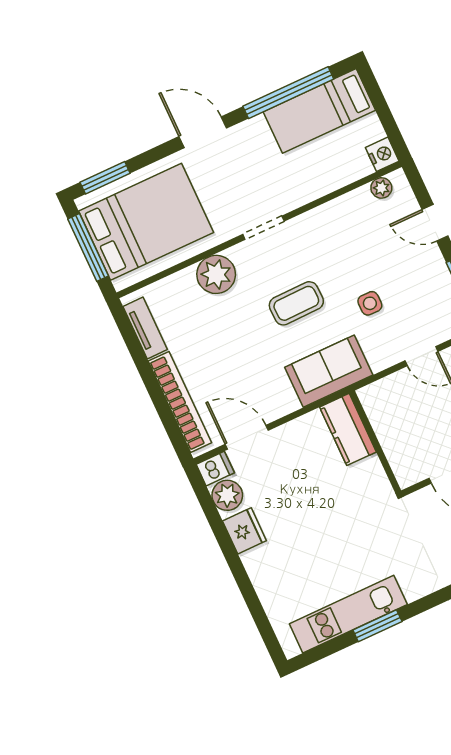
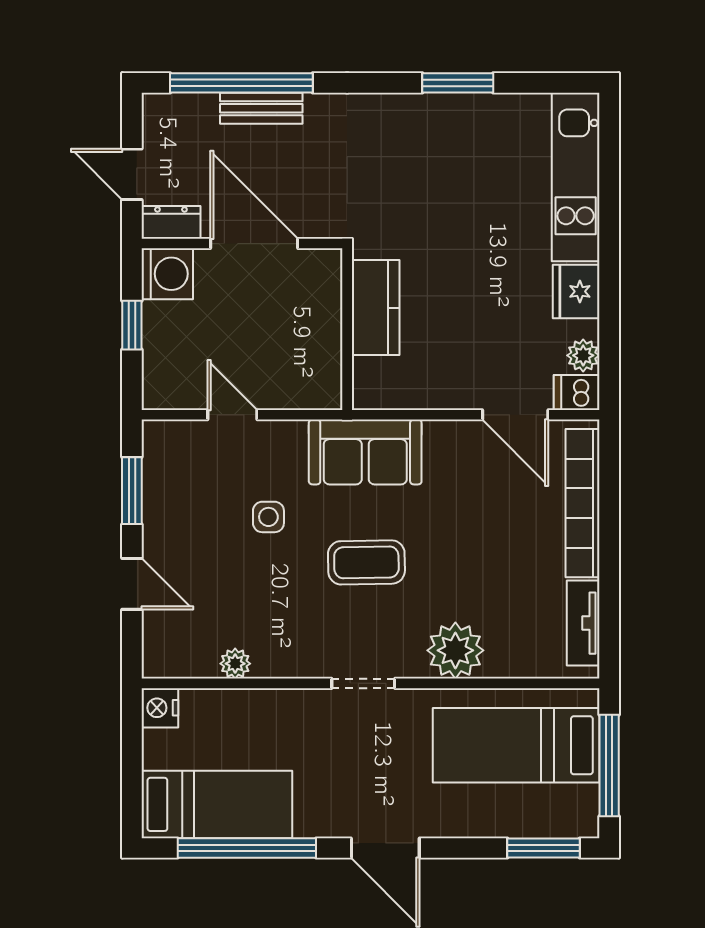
plant: (381, 188) -> (235, 664), moved
bed: (146, 222) -> (516, 745), width x0.67
kitchen counter: (348, 429) -> (376, 308), moved
plant: (227, 495) -> (583, 355), width x0.73, depth x0.73
kitchen unit: (348, 614) -> (576, 177), moved, turned 90

